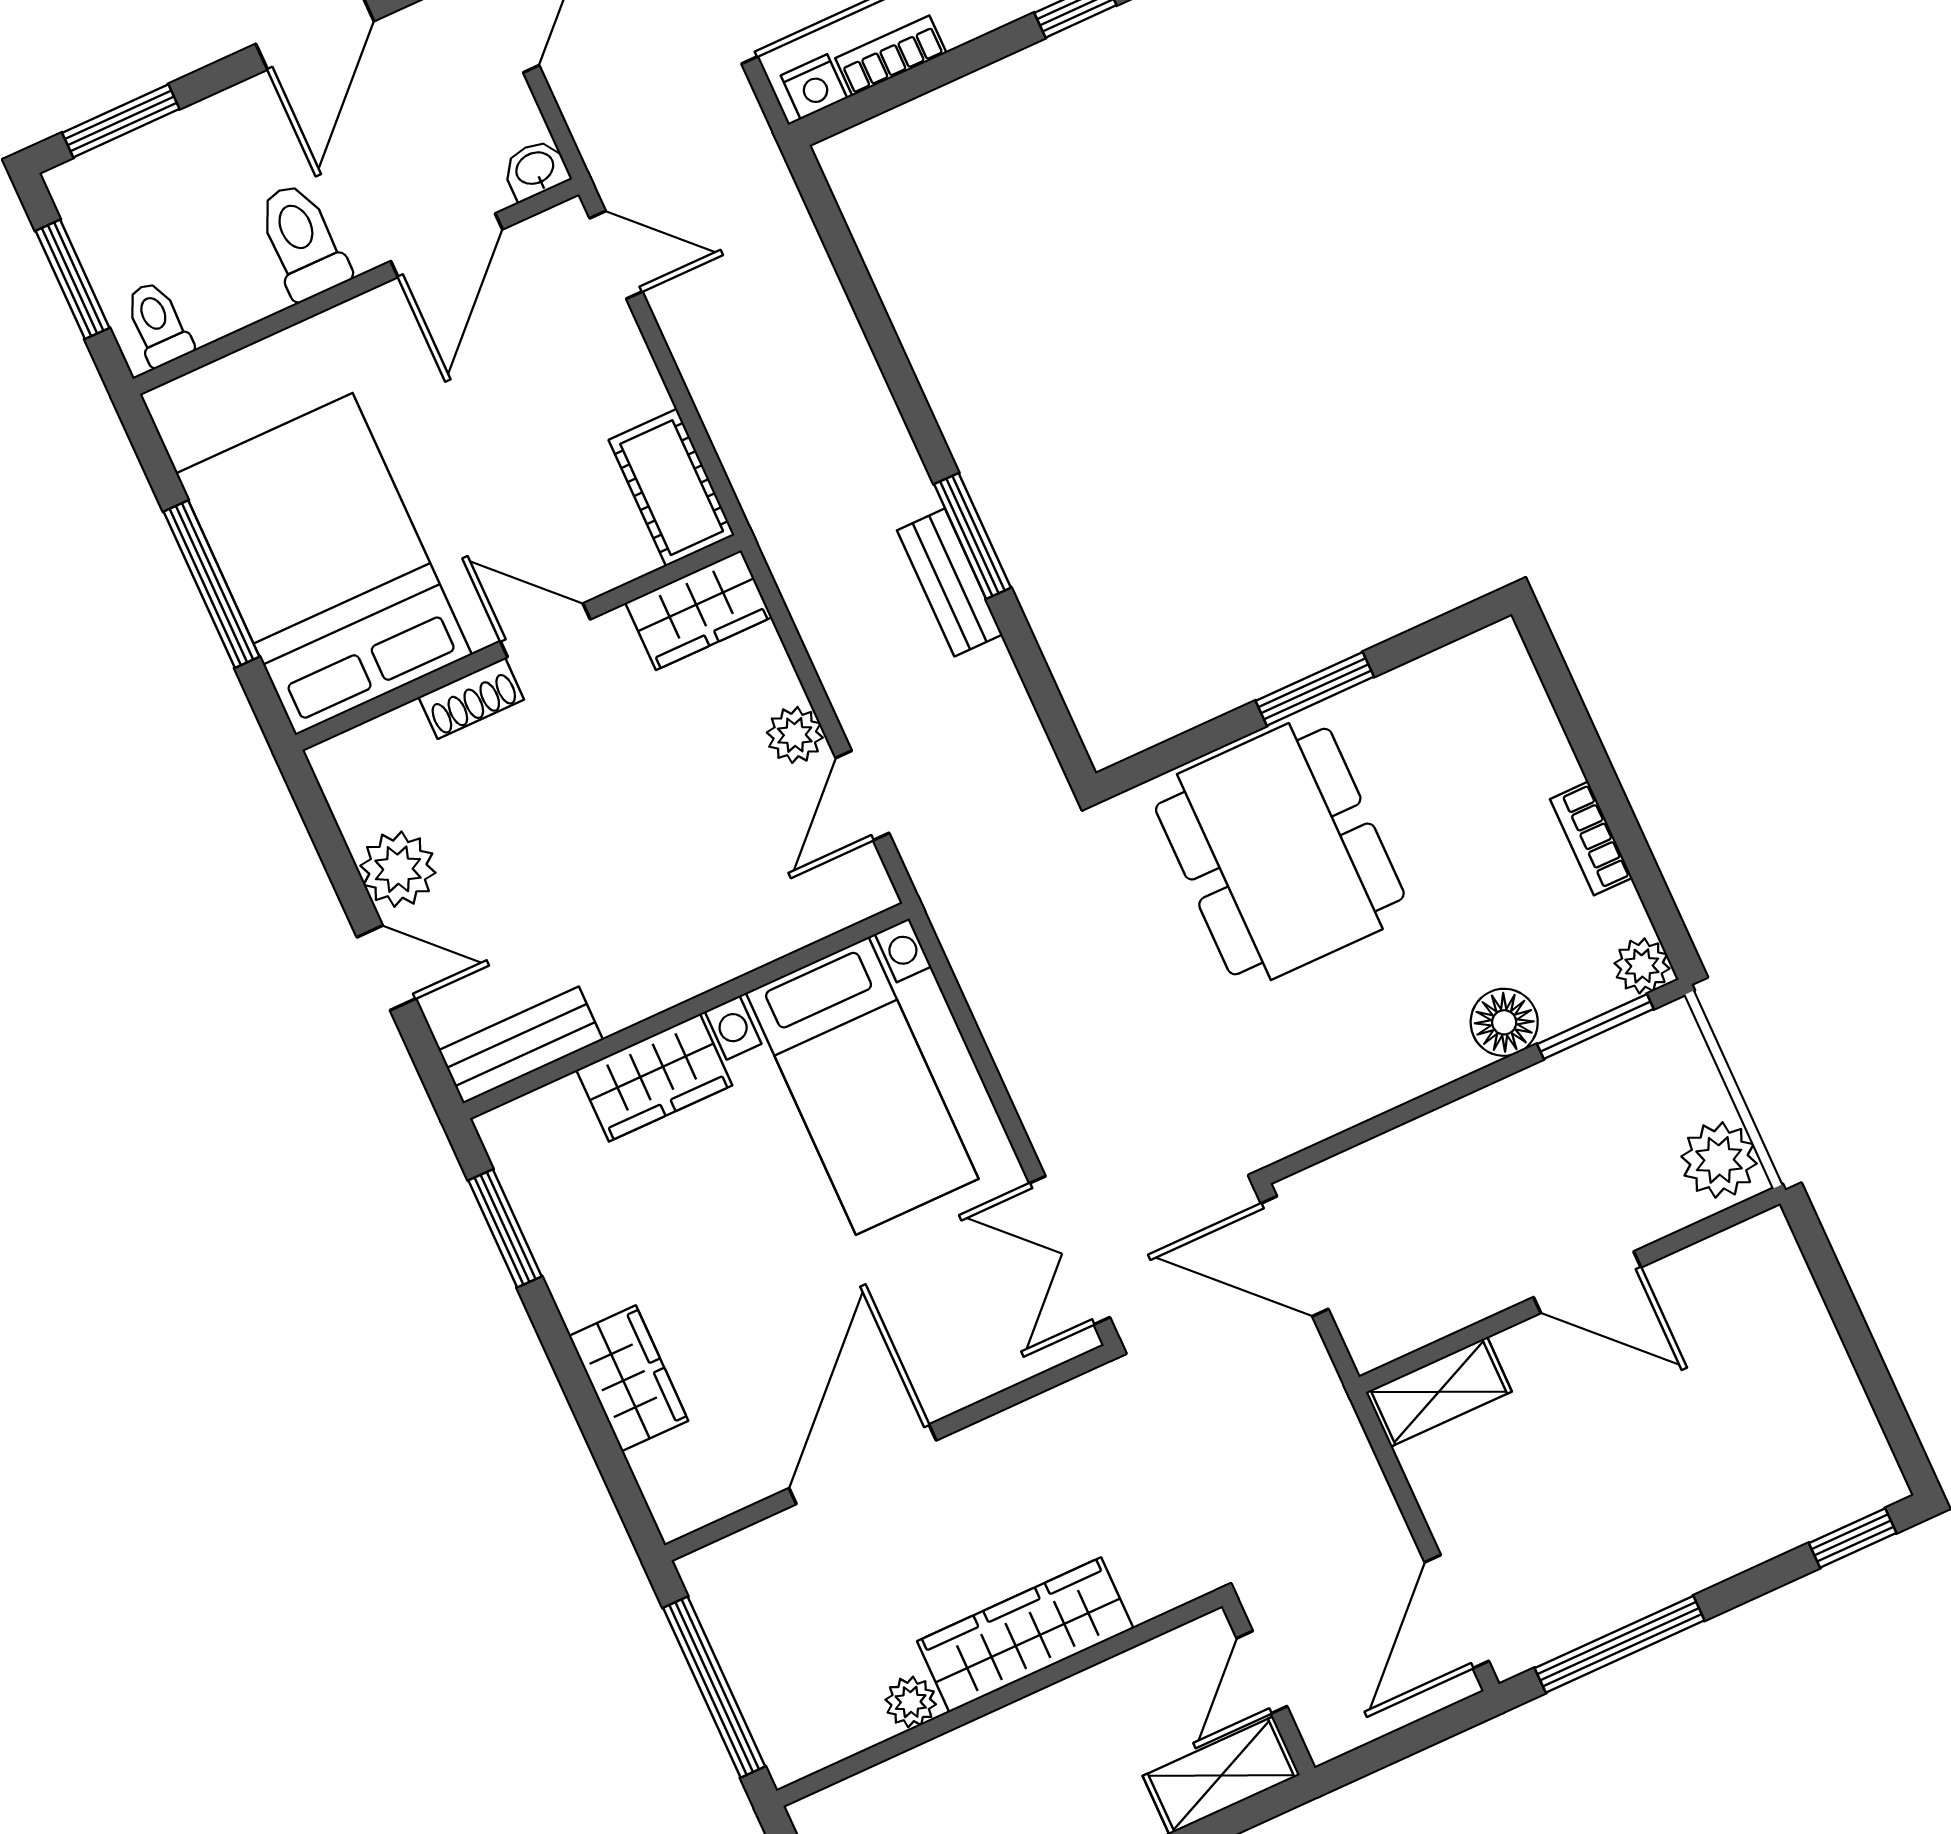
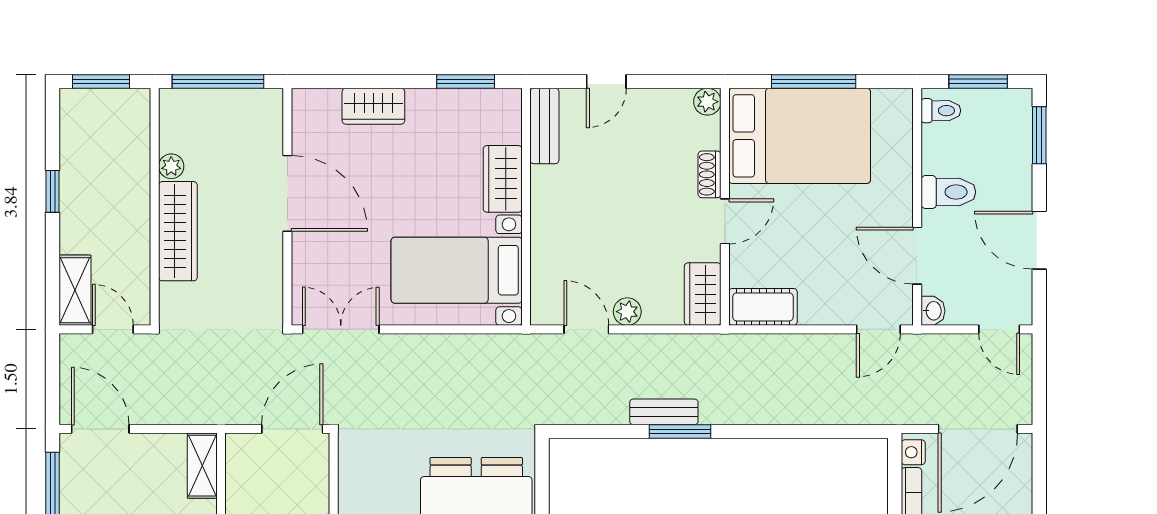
plant: (398, 869) -> (707, 102), moved, width x0.73, depth x0.73

